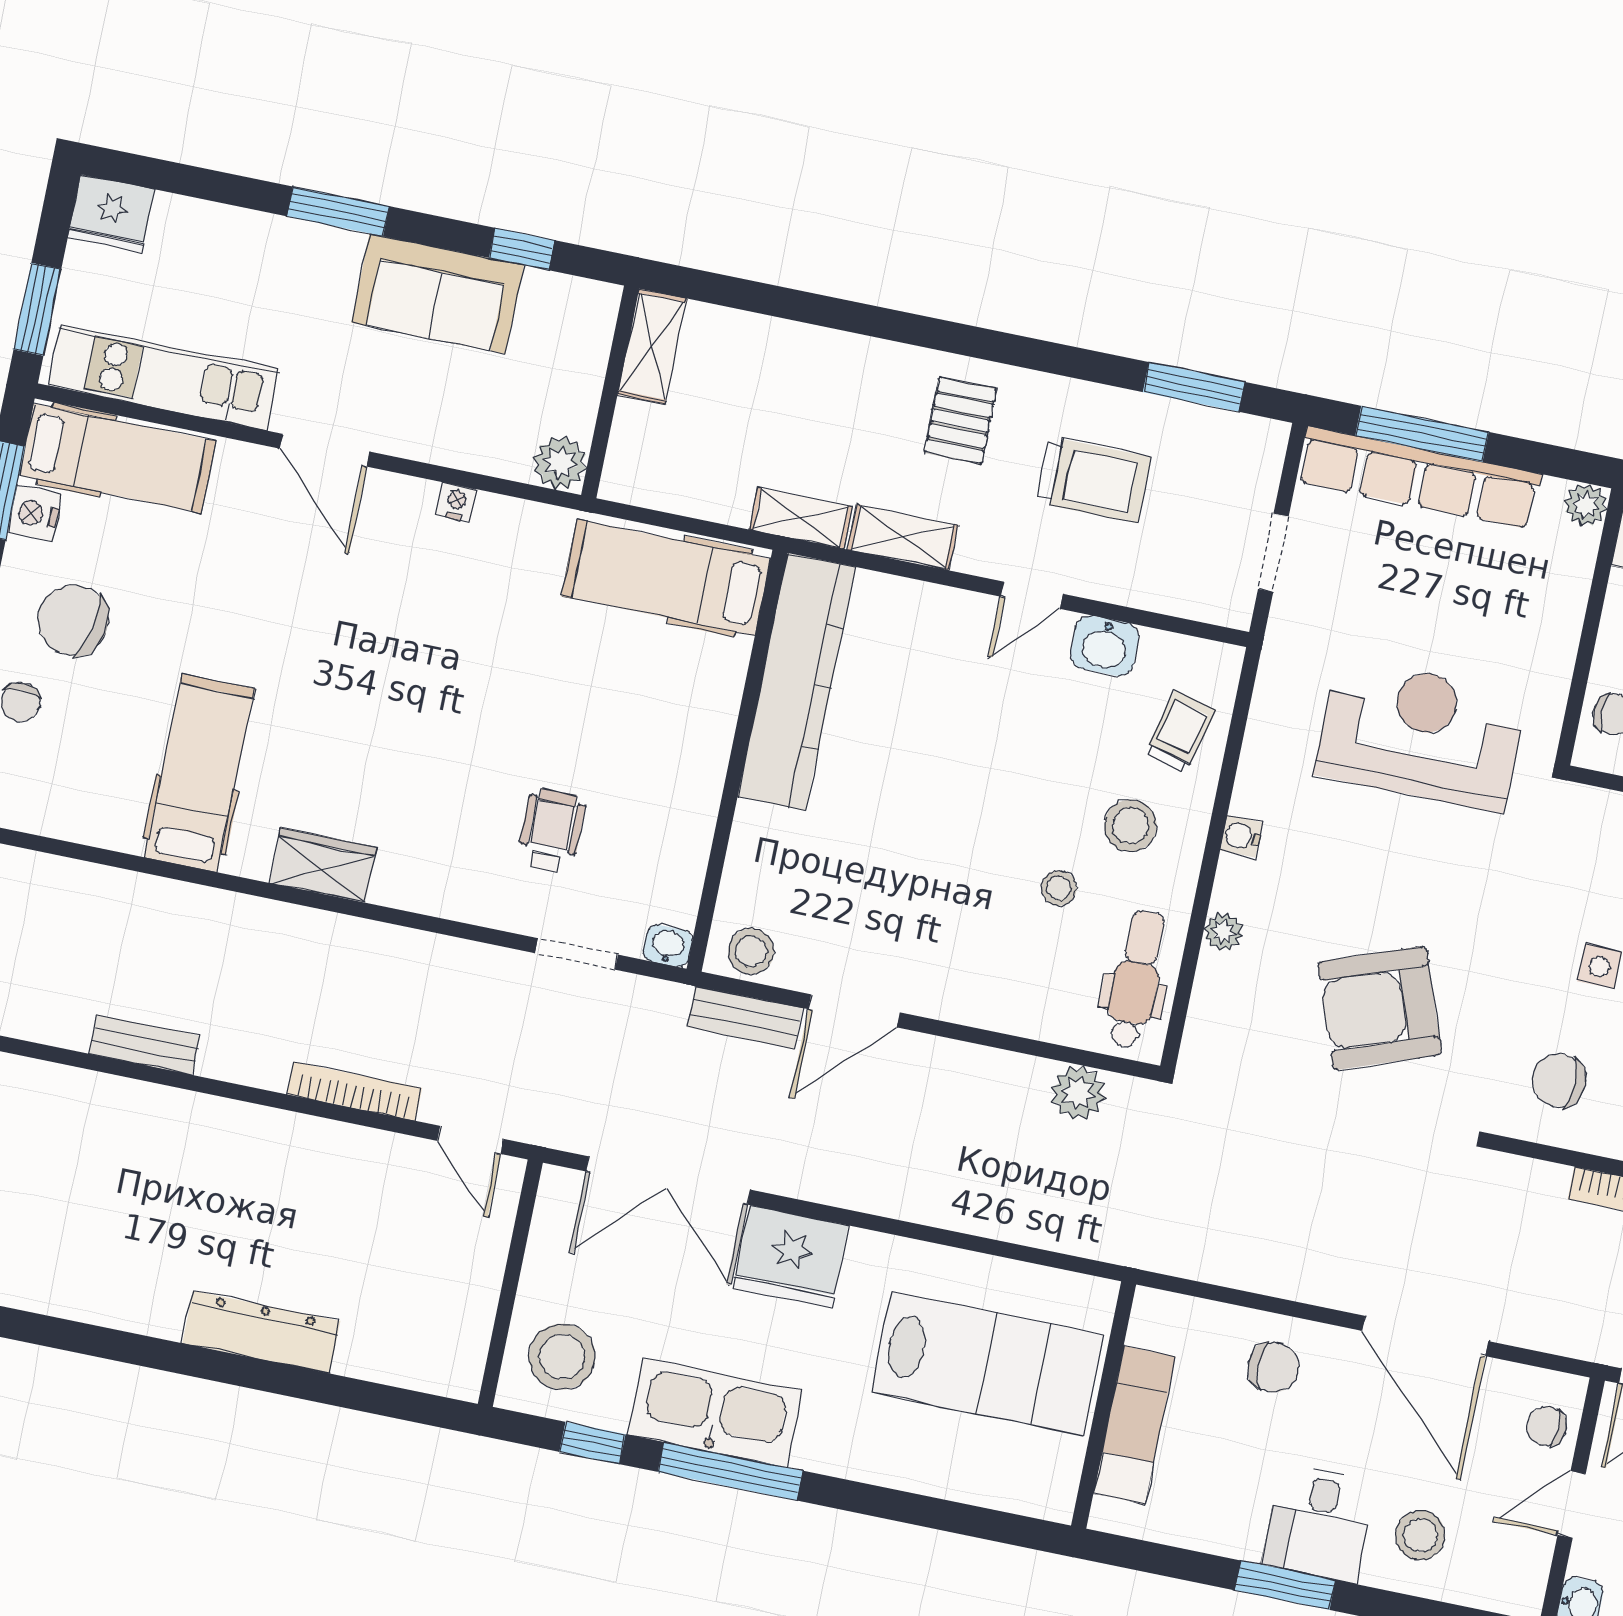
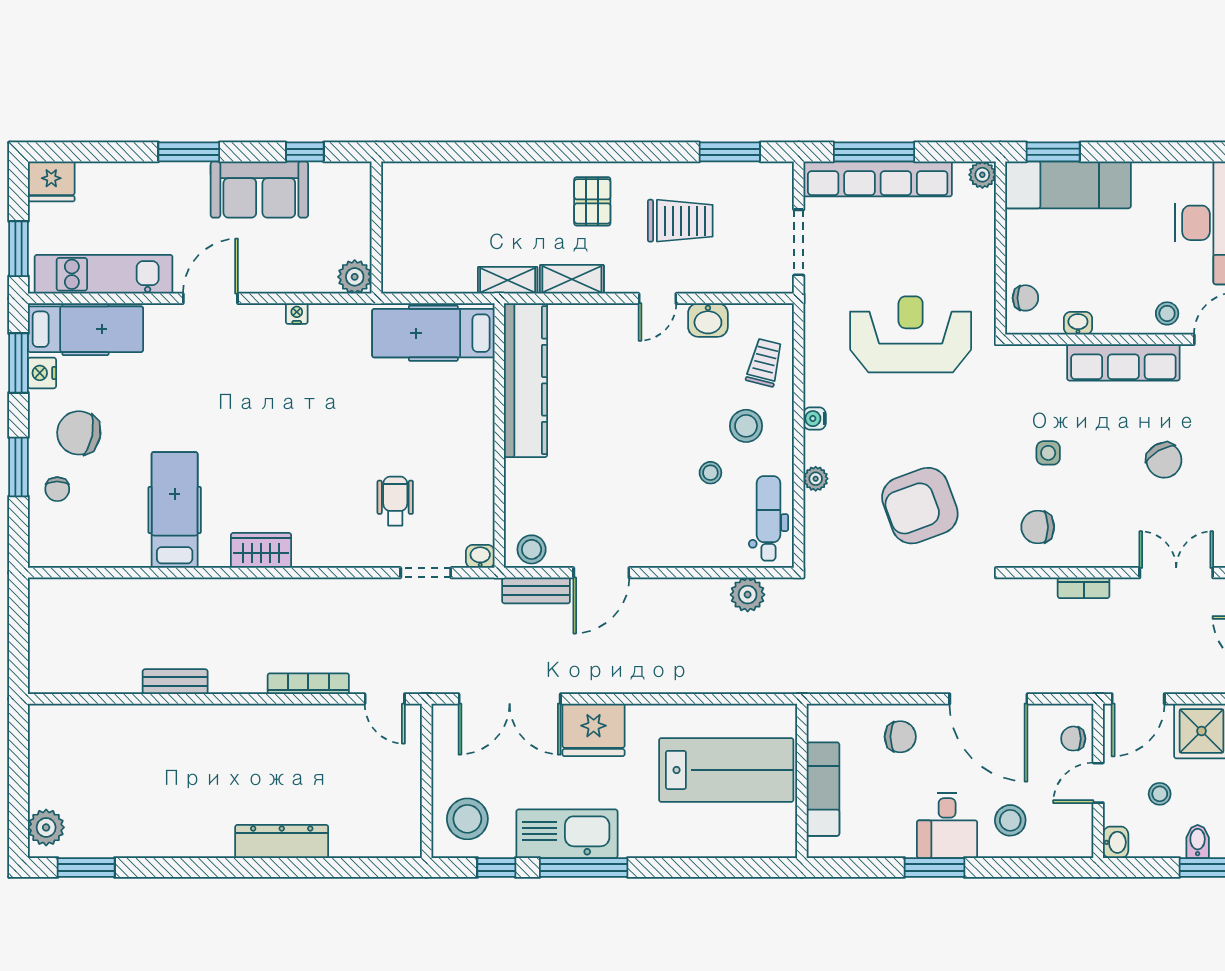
shelving: (652, 346) -> (396, 195), removed
door: (325, 450) -> (210, 298), swing flipped
doorway: (1273, 553) -> (799, 242), width x1.38

